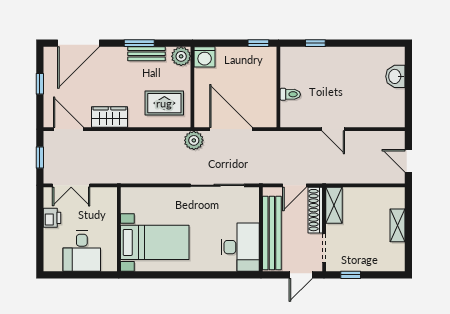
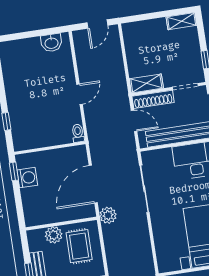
plant: (181, 56) -> (54, 235), moved
washing machine: (205, 57) -> (27, 178), moved
washbasin: (395, 76) -> (51, 43), moved
toilet: (290, 94) -> (78, 133), moved
shelving: (397, 225) -> (182, 21), moved

